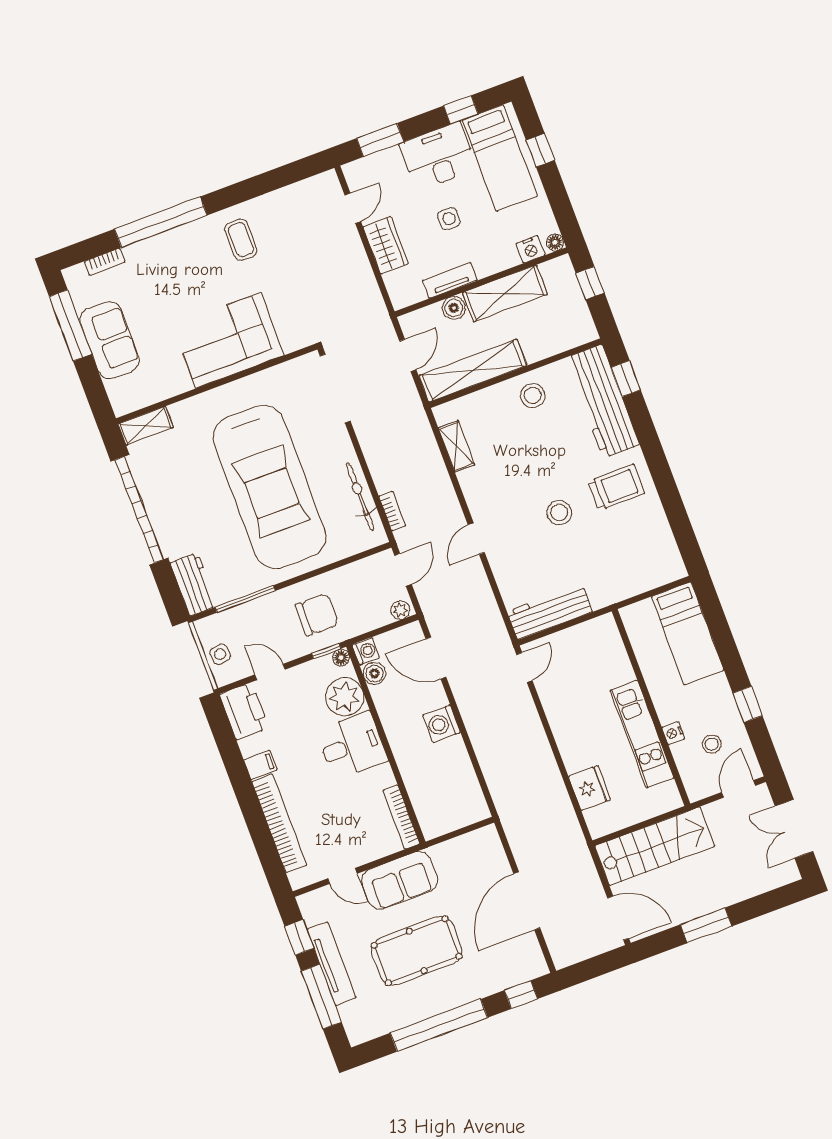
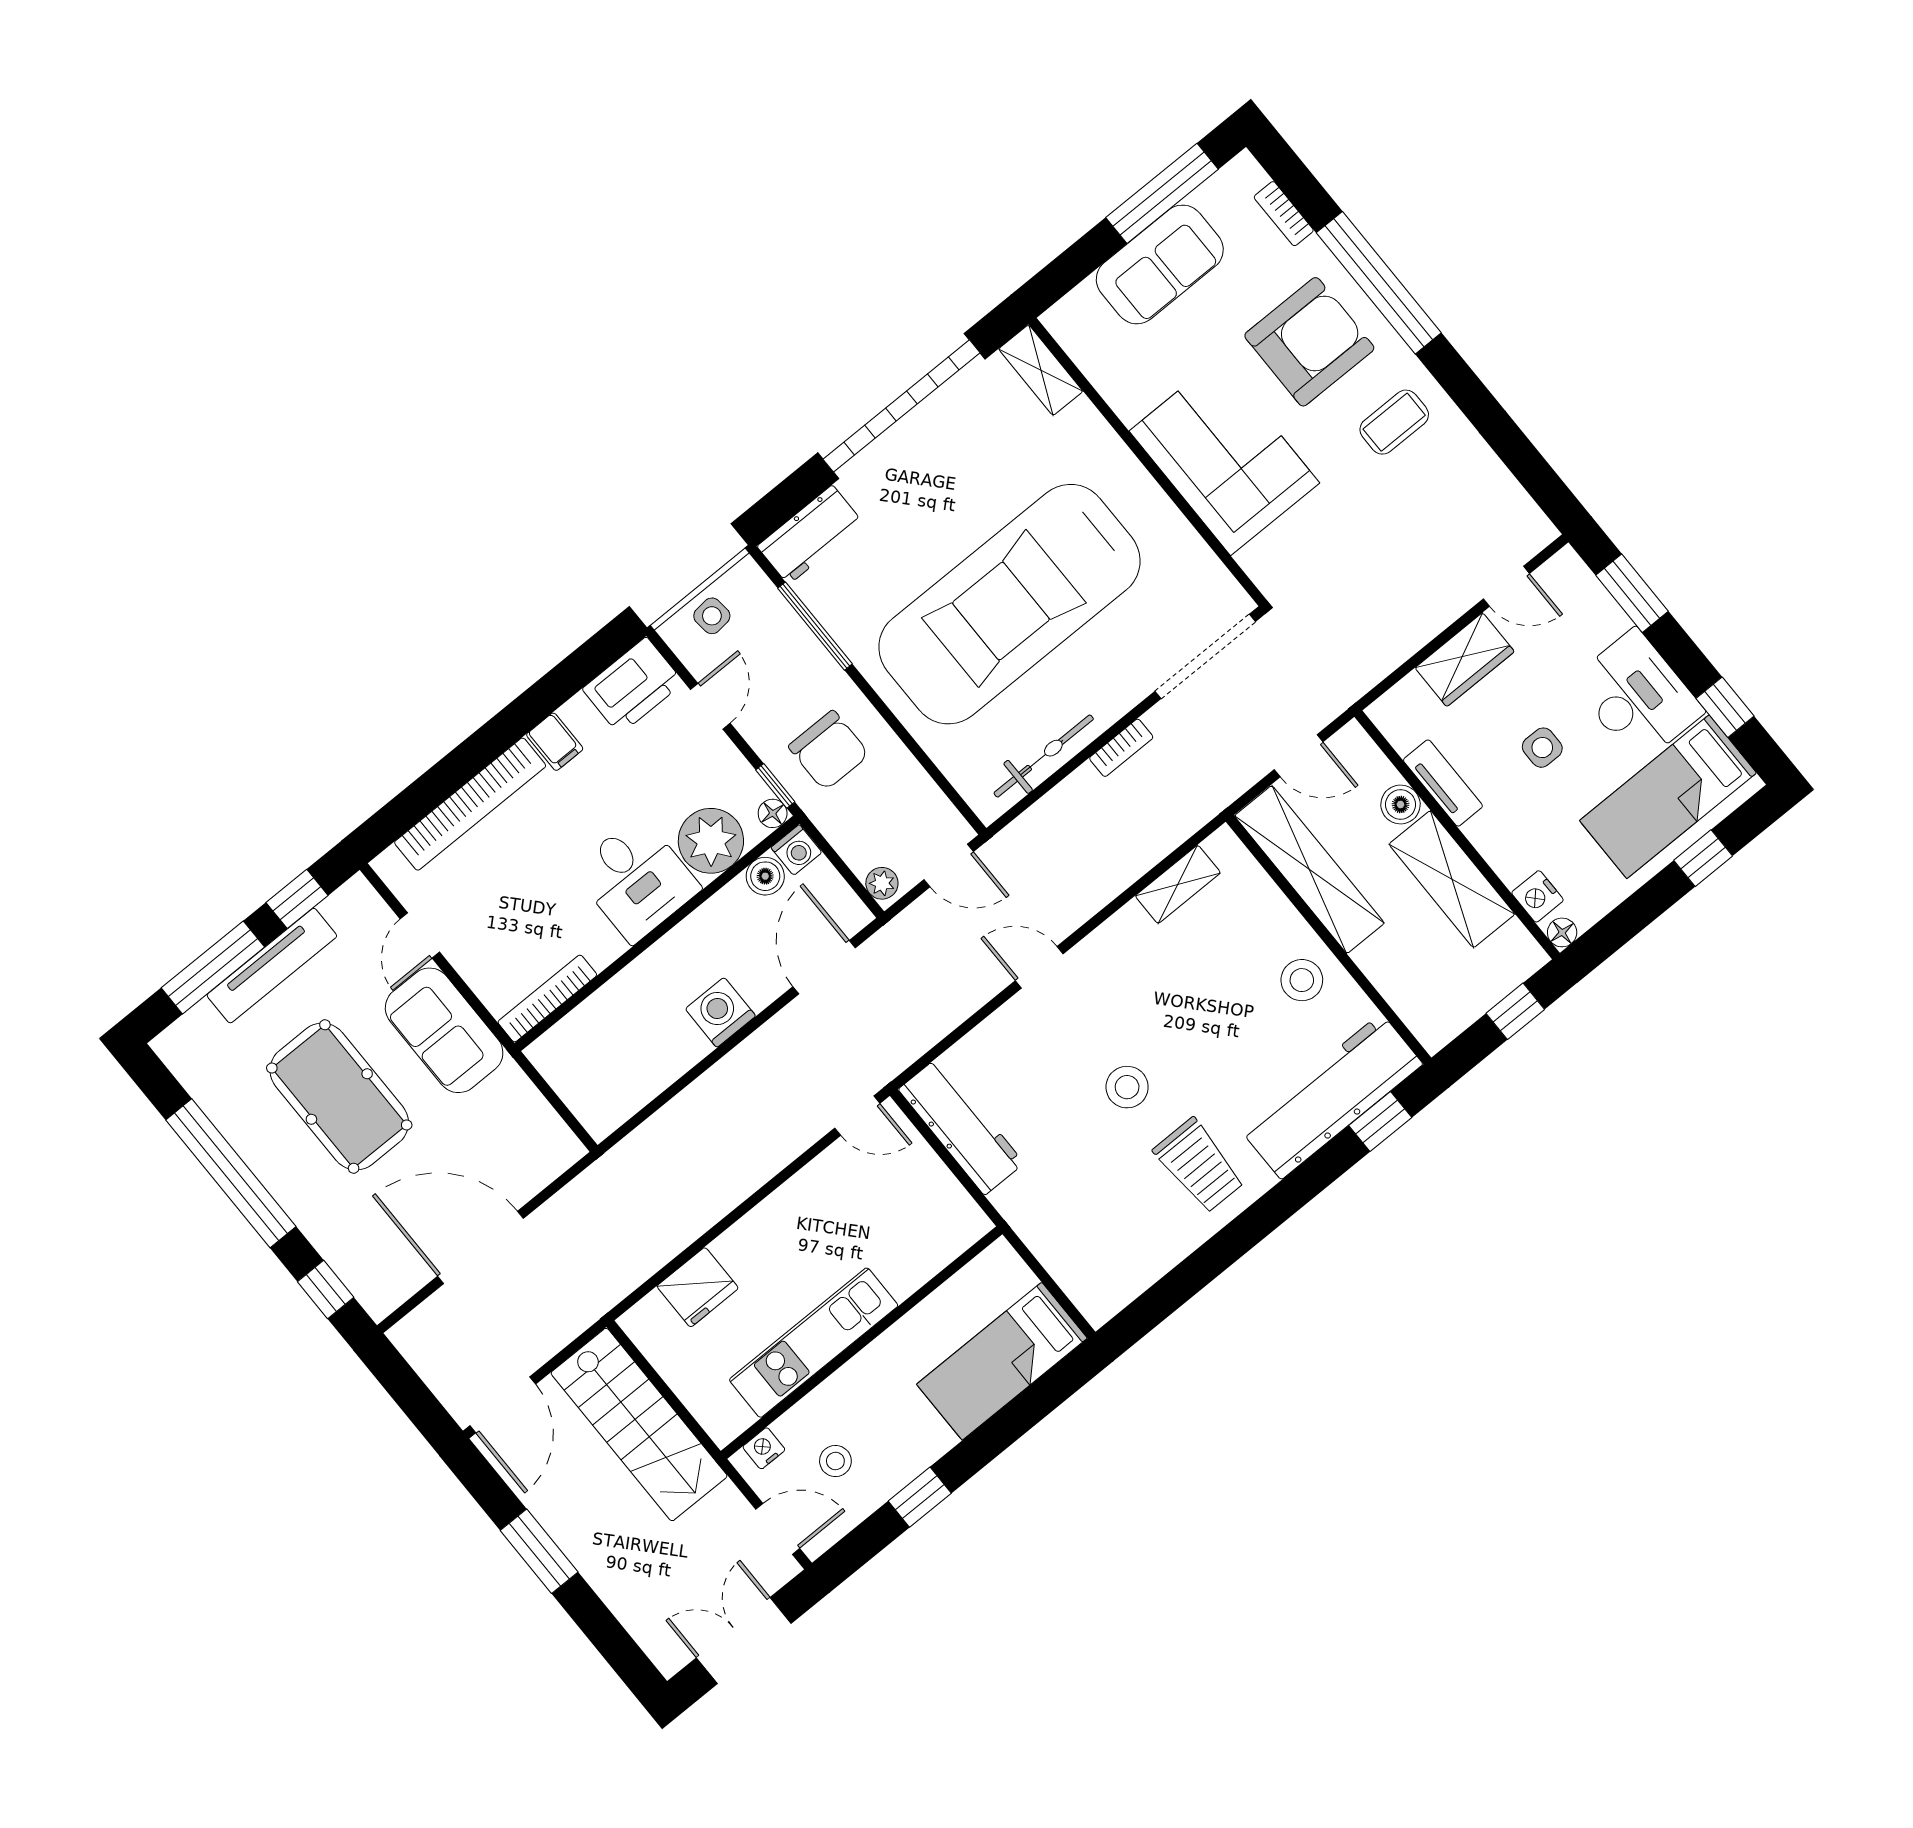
armchair: (180, 272) -> (1309, 342), added
bookcase: (392, 511) -> (1121, 748), moved
nightstand: (673, 733) -> (764, 1448), moved

